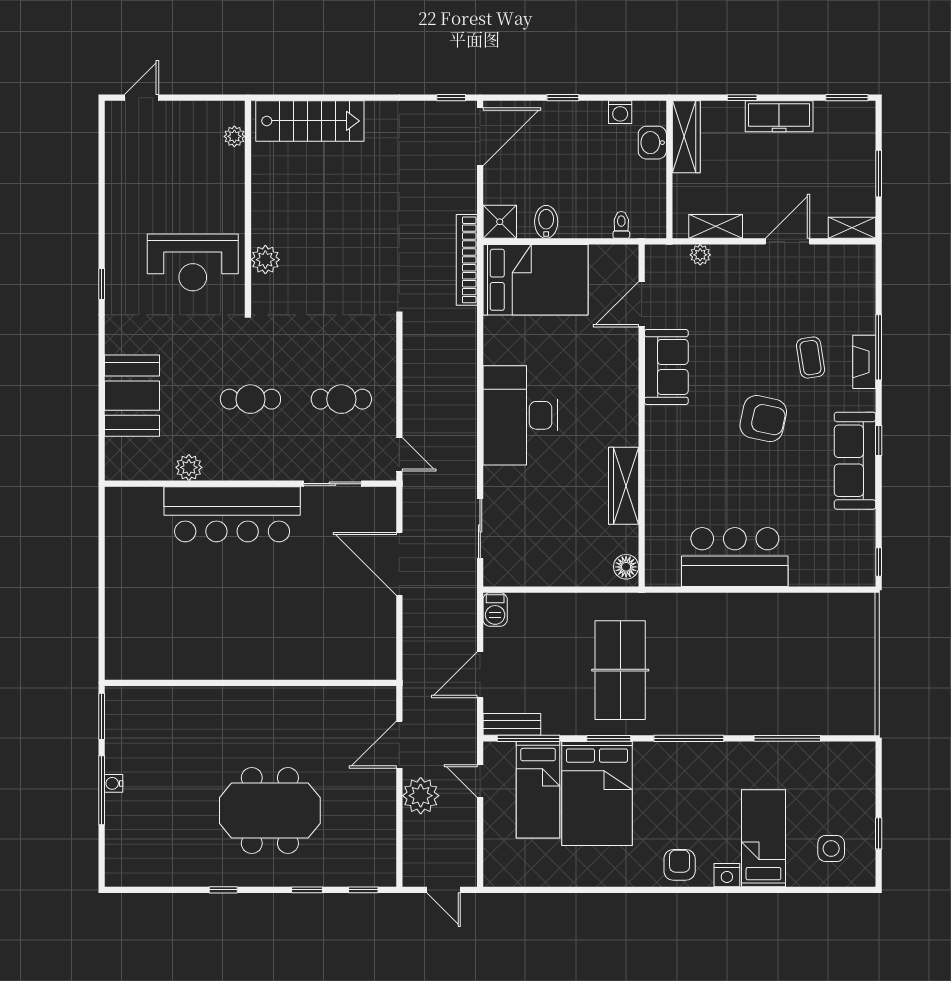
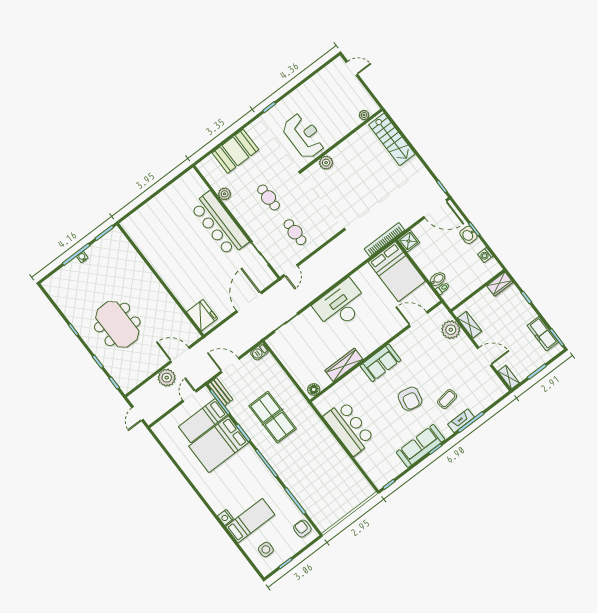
freezer: (779, 116) -> (543, 334), moved
wardrobe: (686, 137) -> (500, 284), width x0.67
washbasin: (652, 143) -> (468, 235), moved, turned -90
bidet: (546, 222) -> (438, 279), moved
plant: (700, 255) -> (451, 330), width x1.87, depth x1.87
reception desk: (193, 262) -> (304, 136), turned 180
sofa: (666, 367) -> (380, 363), moved
fridge: (362, 658) -> (202, 315), added
table tennis table: (620, 670) -> (273, 417), turned 90
armchair: (680, 865) -> (302, 529), moved, turned -90

